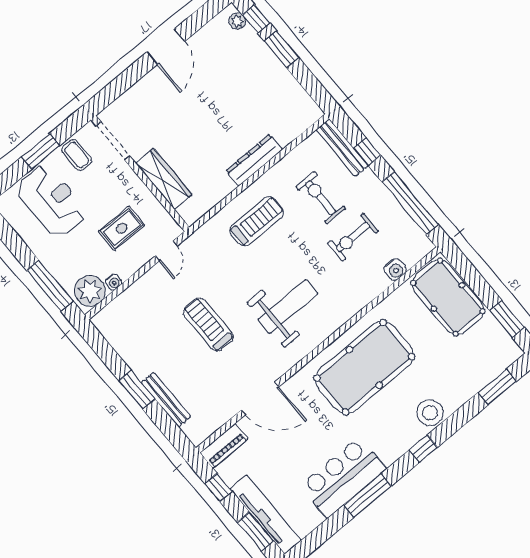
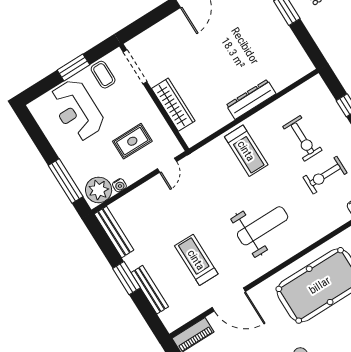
bench: (342, 148) -> (114, 232), moved
exercise bike: (321, 198) -> (302, 138), turned 180
reception desk: (52, 201) -> (77, 110), turned 180
treadmill: (257, 221) -> (246, 151), turned 90
treadmill: (208, 324) -> (196, 260), moved

